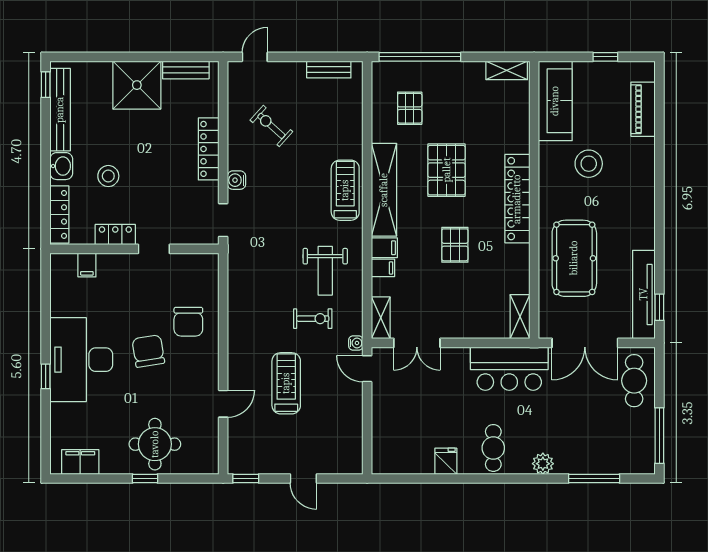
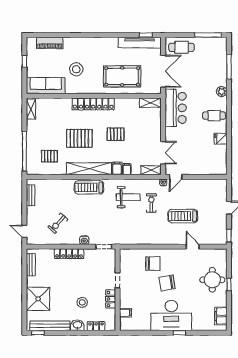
shower: (137, 85) -> (38, 299), moved
locker: (59, 214) -> (96, 326), width x0.66

